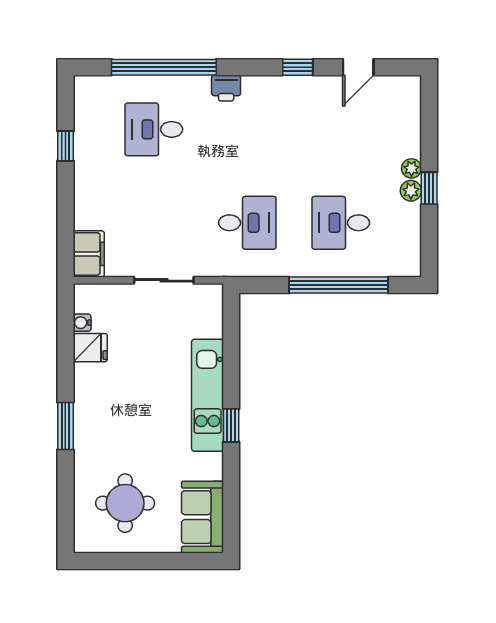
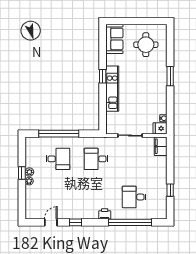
desk: (154, 129) -> (134, 197), turned 180
fridge: (90, 348) -> (160, 128), moved

